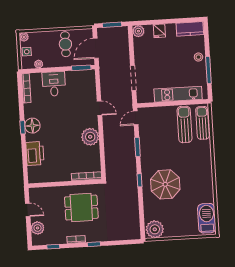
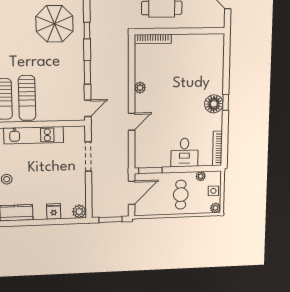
cafe table: (65, 44) -> (181, 195), moved
door: (99, 108) -> (132, 122), swing flipped
plant: (90, 137) -> (140, 88), width x0.53, depth x0.53
printer: (35, 153) -> (214, 70), removed

